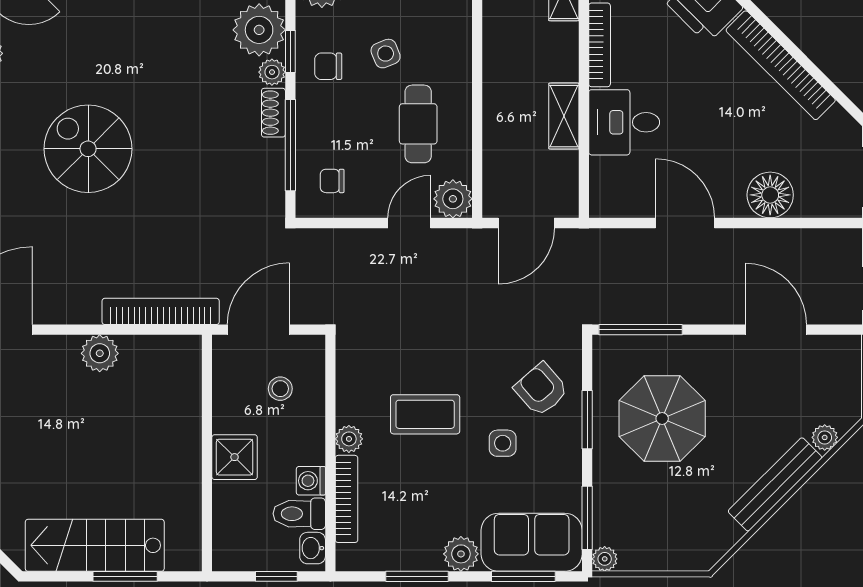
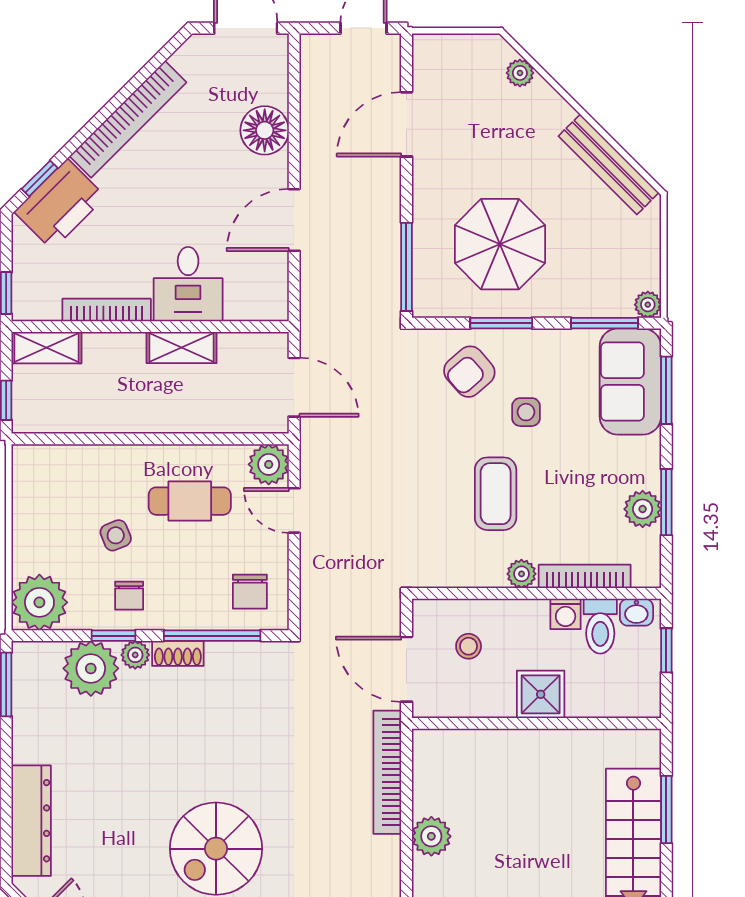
chair: (332, 181) -> (250, 592), width x1.37, depth x1.37
bench: (775, 484) -> (609, 164), moved
plant: (461, 554) -> (643, 509), moved

